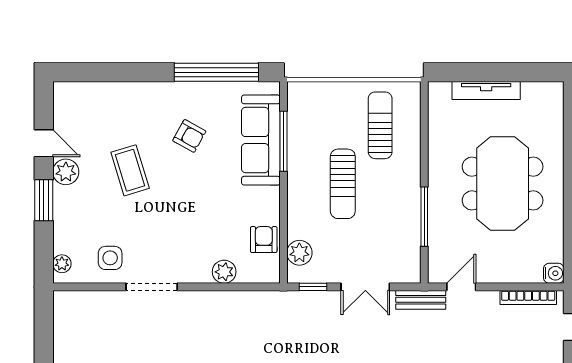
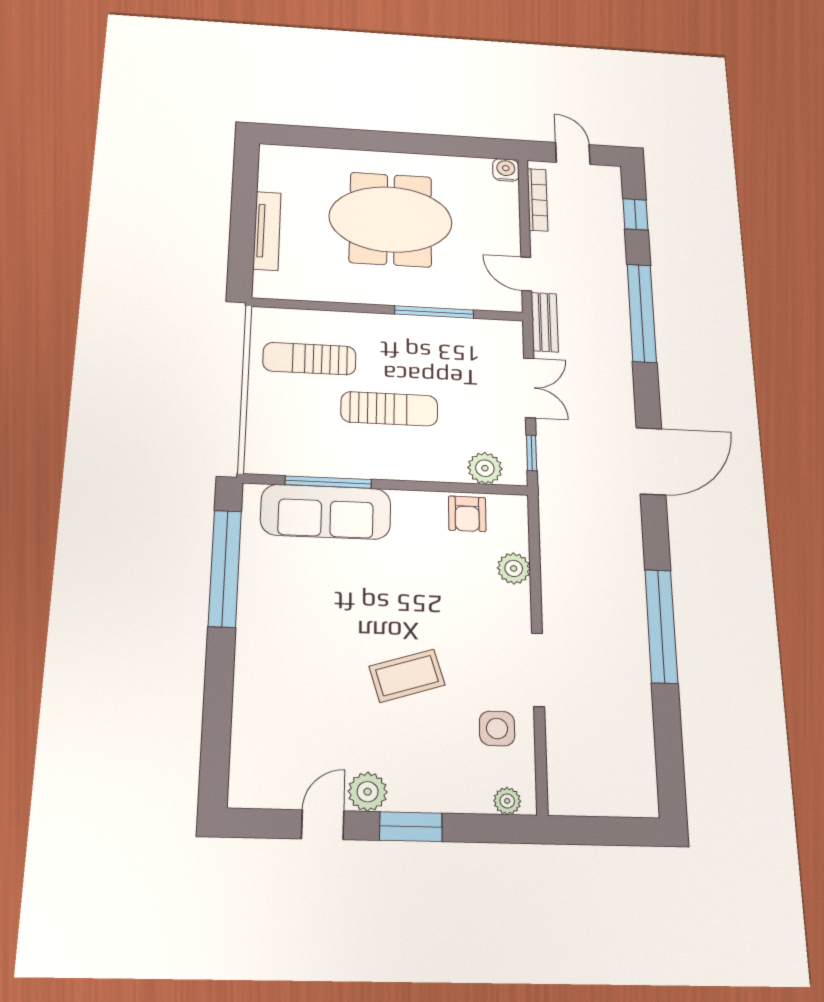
armchair: (189, 136) -> (317, 609), removed
coffee table: (130, 170) -> (407, 676), moved
armchair: (264, 240) -> (467, 514), turned -90

